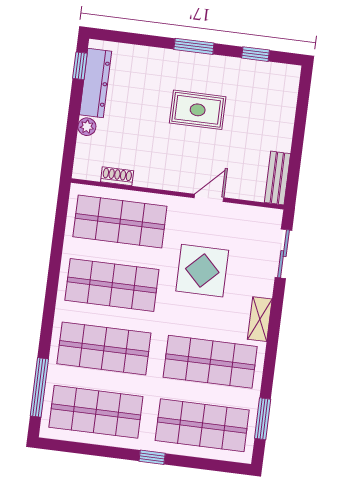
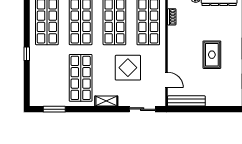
bench: (277, 178) -> (186, 101), width x1.36
door: (209, 198) -> (167, 80), moved
shop shelf: (202, 425) -> (47, 78), removed

